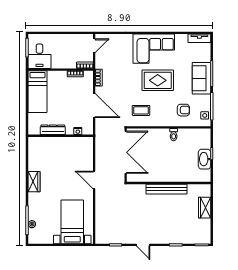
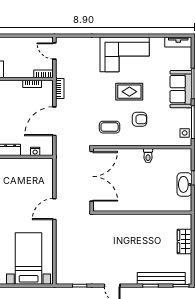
door: (94, 46) -> (54, 51), swing flipped
rug: (158, 80) -> (129, 92), width x0.73, depth x0.70
door: (94, 105) -> (54, 121), swing flipped
armchair: (183, 110) -> (139, 119), moved
door: (94, 180) -> (54, 209), hinge flipped
bench: (166, 189) -> (161, 278), moved

